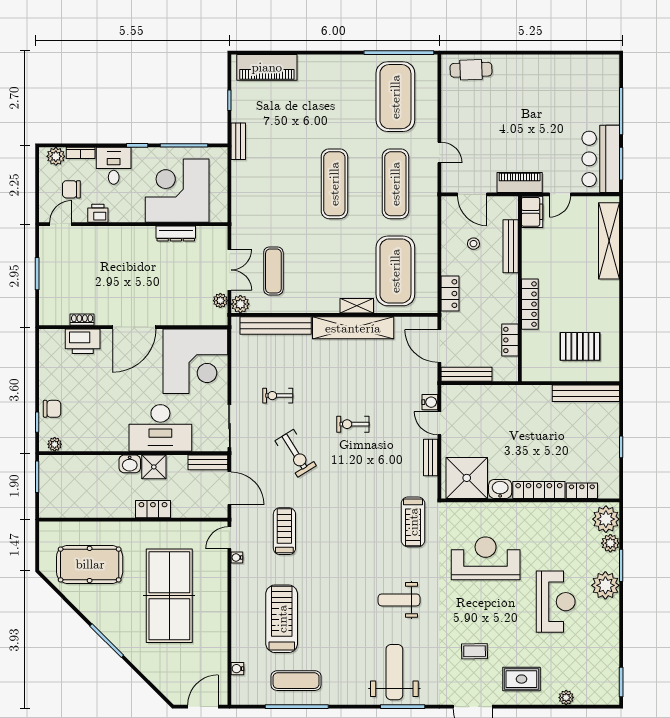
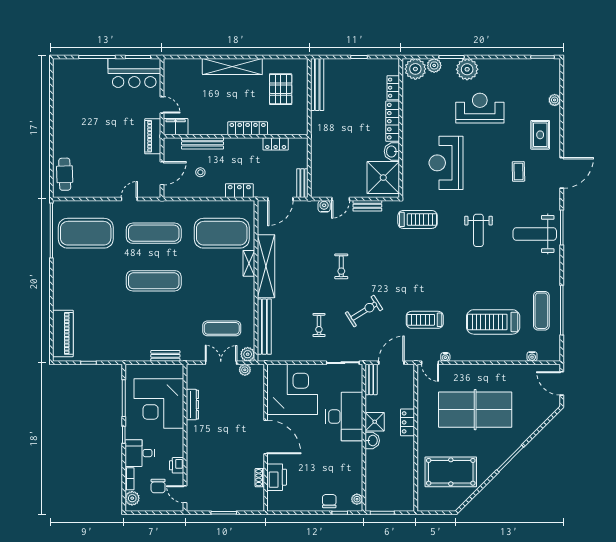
bench: (238, 141) -> (165, 356), moved
shelving: (609, 241) -> (232, 67), moved
bench: (466, 374) -> (302, 183), width x0.73
pool table: (90, 564) -> (451, 472), turned 90

